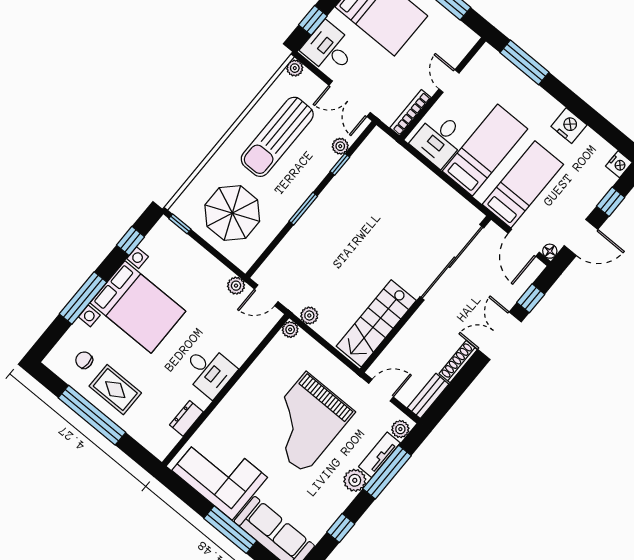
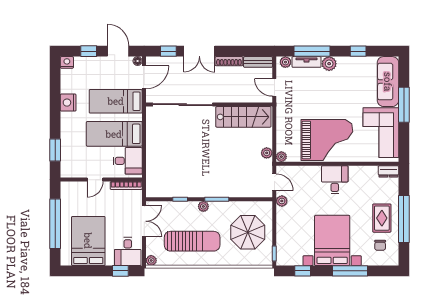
window: (525, 62) -> (55, 150), width x0.69
plant: (340, 146) -> (203, 206), moved
dresser: (186, 418) -> (388, 171), moved
grand piano: (305, 423) -> (327, 140), moved

